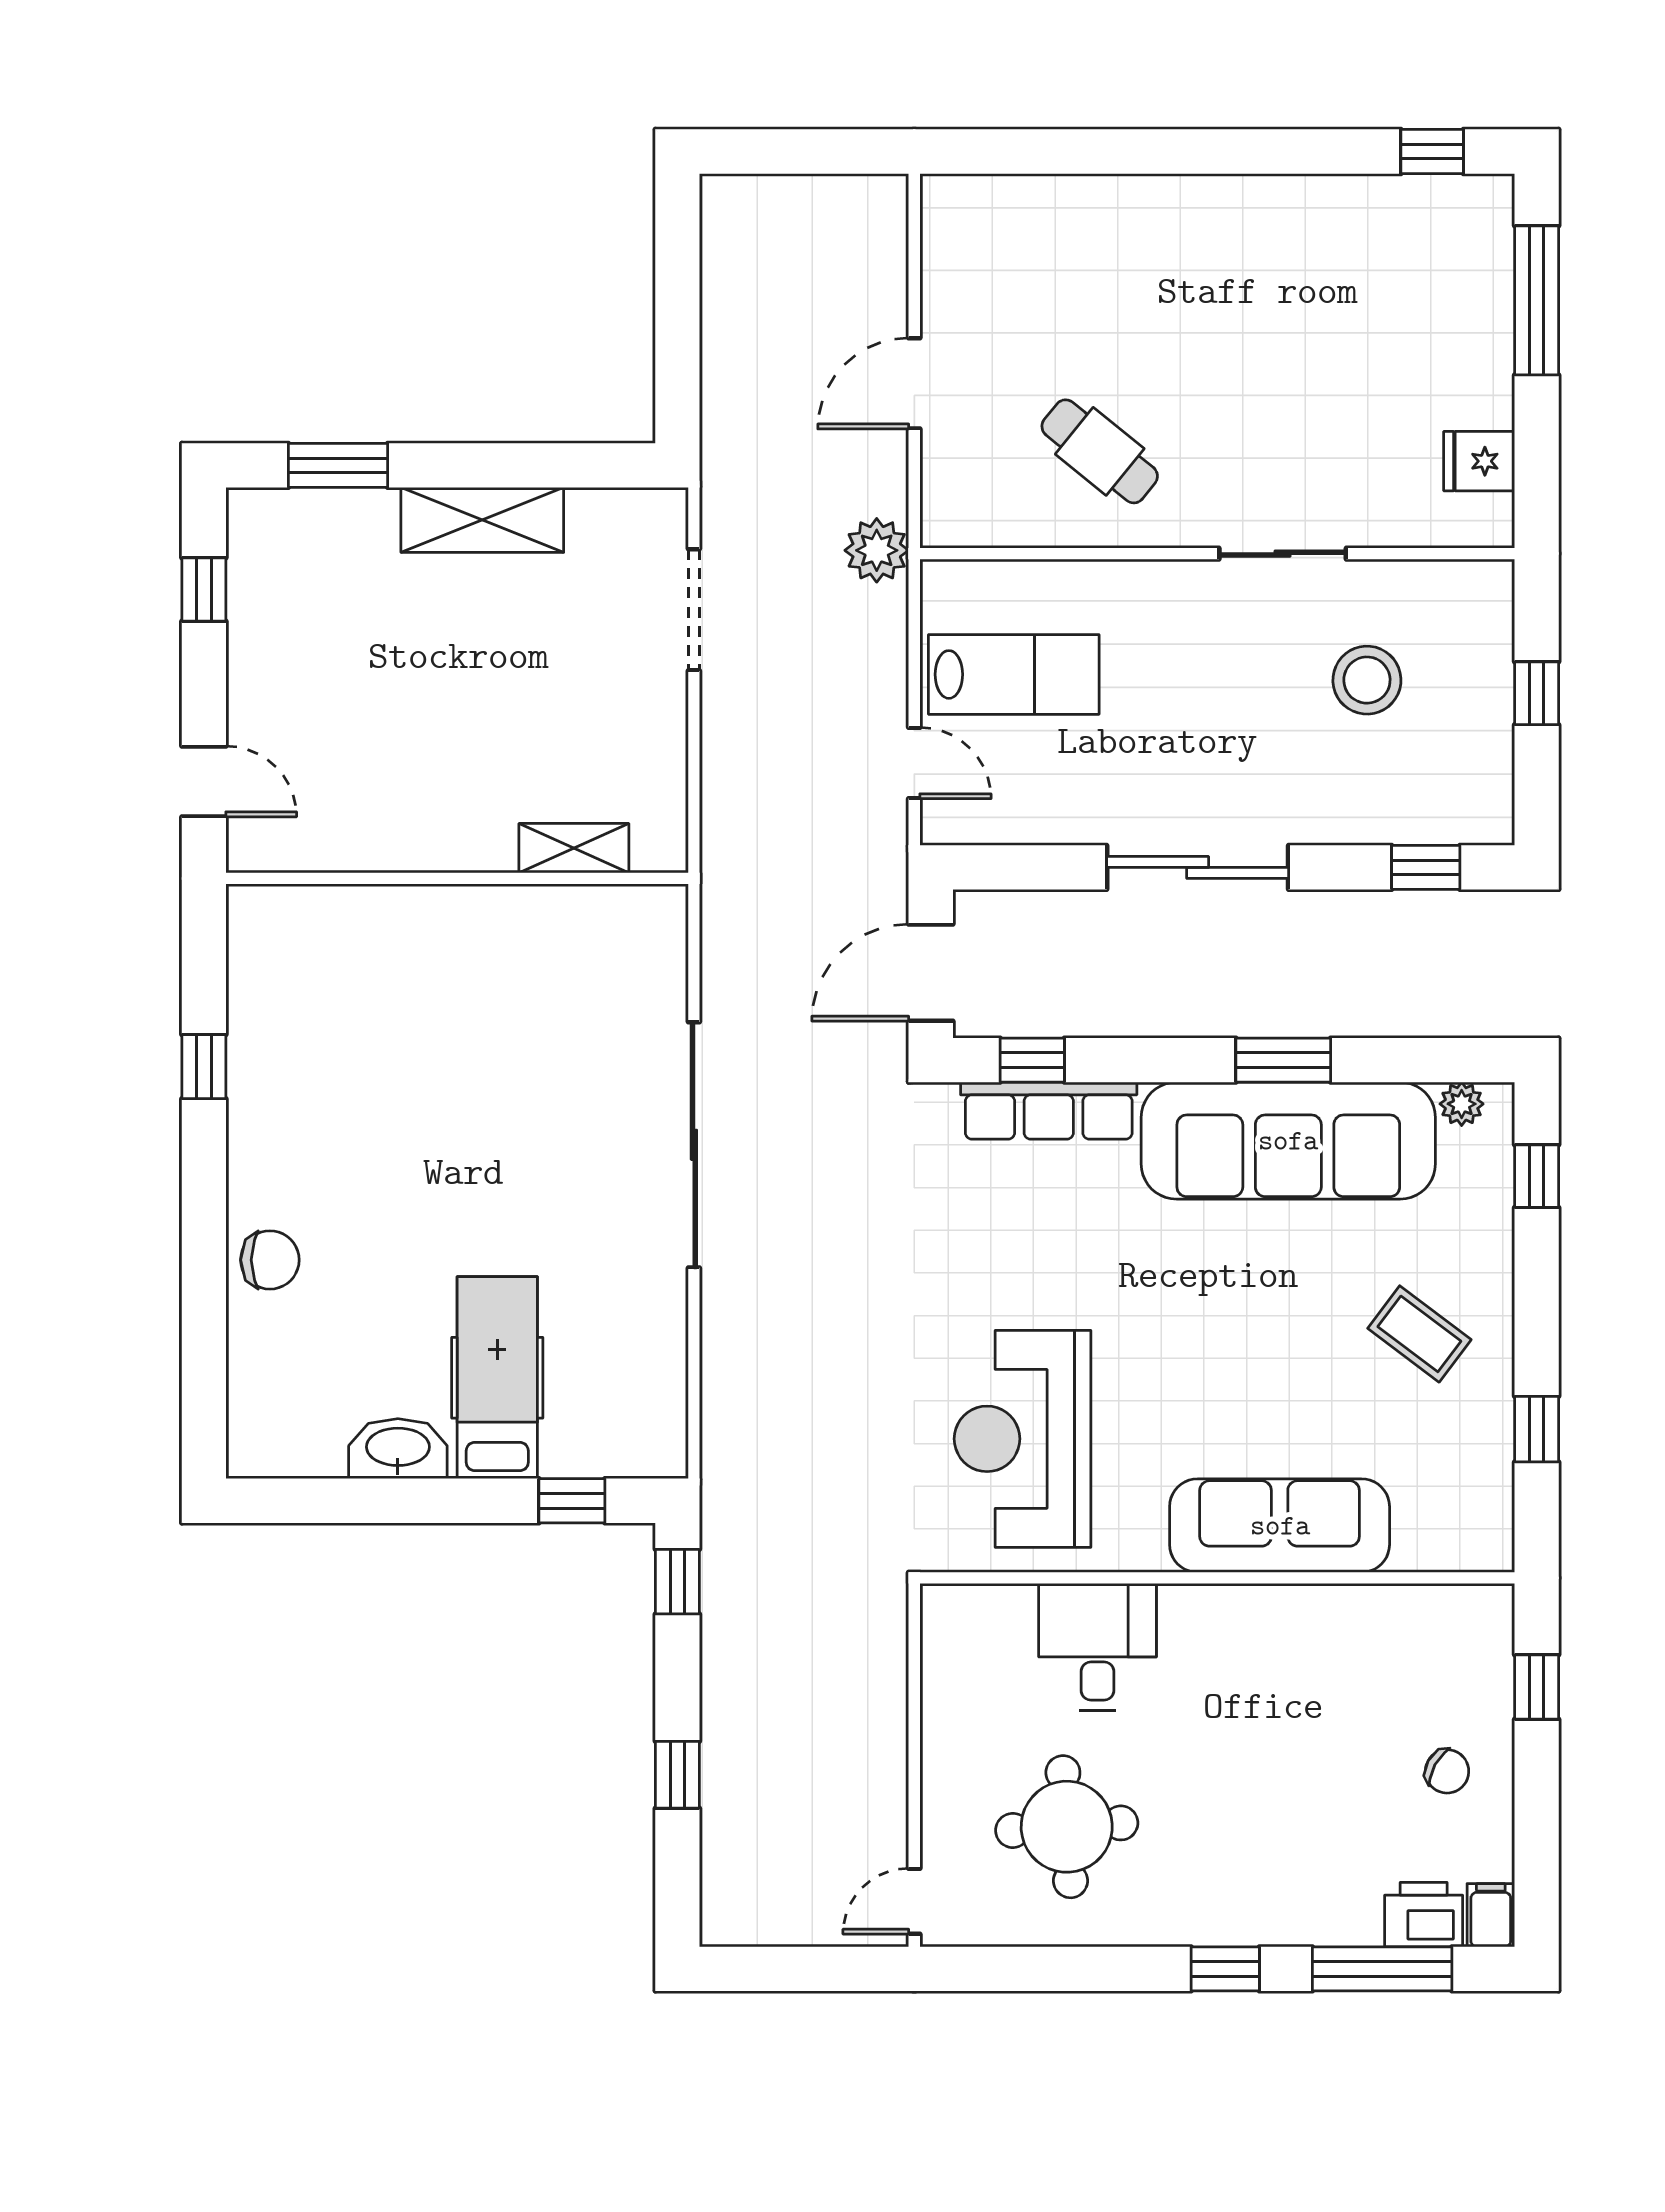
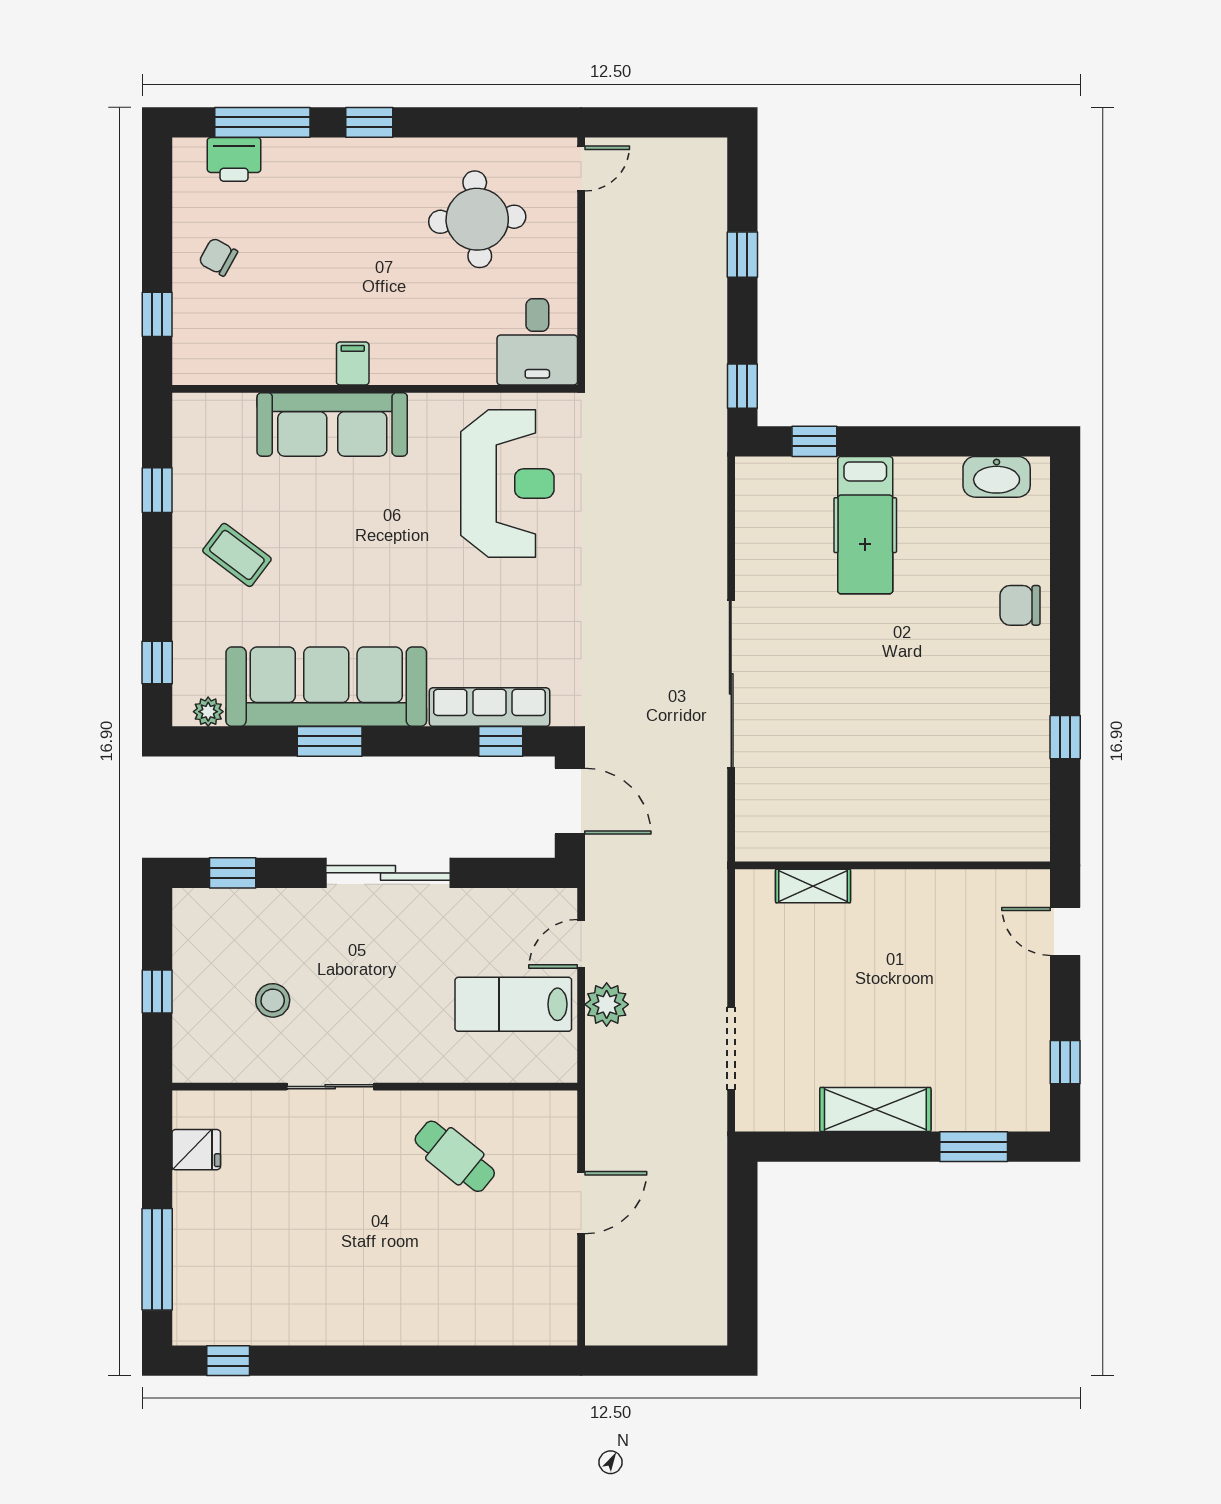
plant: (877, 550) -> (607, 1004), moved
stool: (1367, 680) -> (273, 1000), width x0.73, depth x0.73
door: (914, 763) -> (581, 944), hinge flipped
door: (931, 973) -> (570, 801), hinge flipped
washbasin: (398, 1449) -> (997, 477), moved
desk: (1098, 1647) -> (537, 342), moved
filing cabinet: (1491, 1915) -> (353, 363), moved, turned 180

